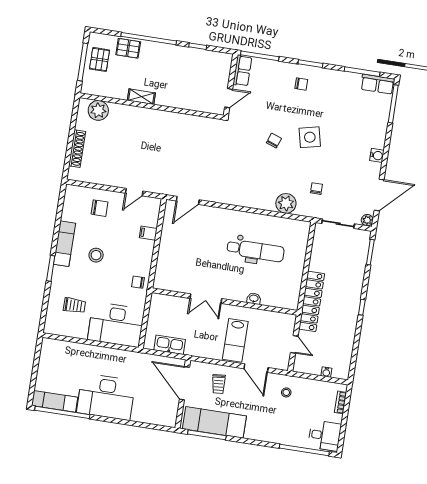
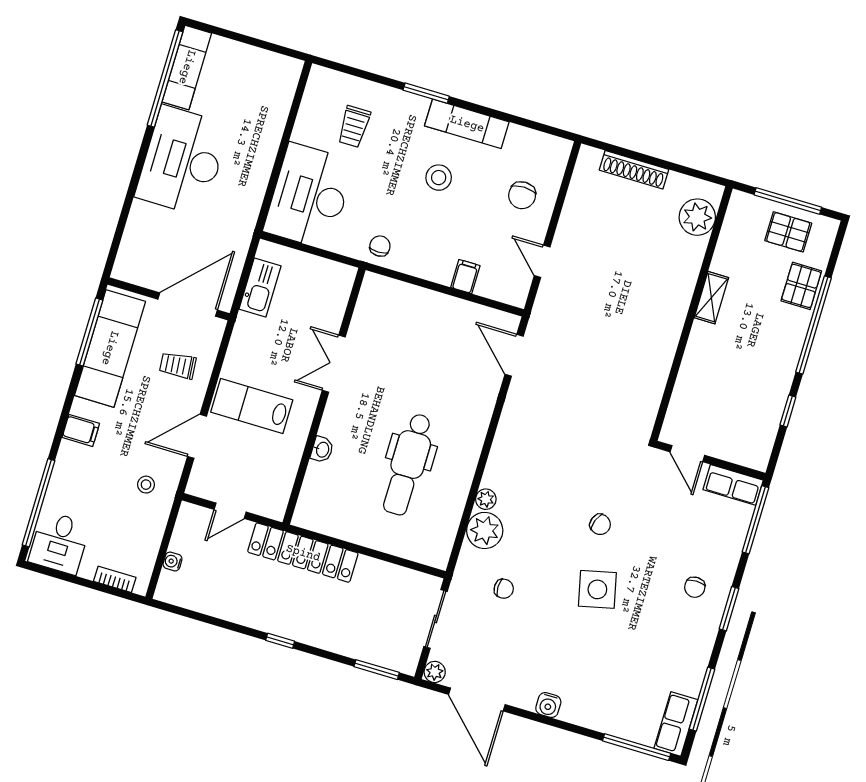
plant: (269, 205) -> (486, 499), added
filing cabinet: (261, 432) -> (81, 430), added

